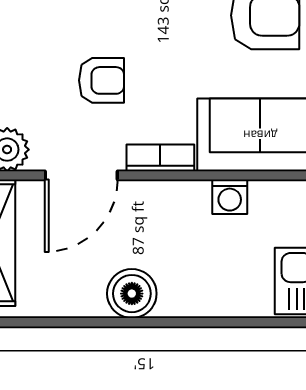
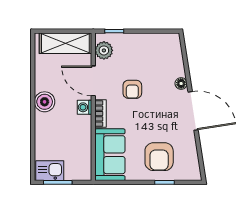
washing machine: (230, 197) -> (84, 107), moved

